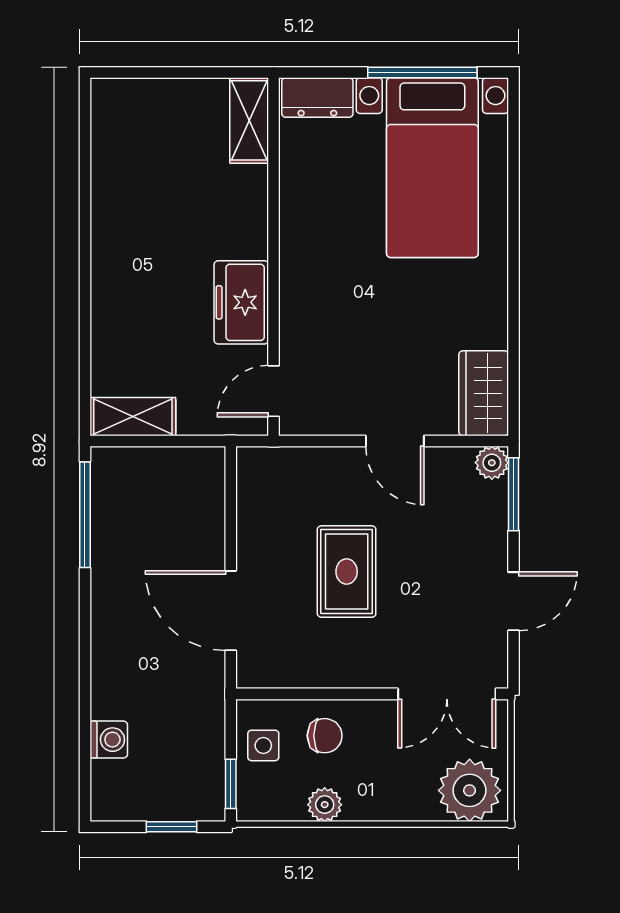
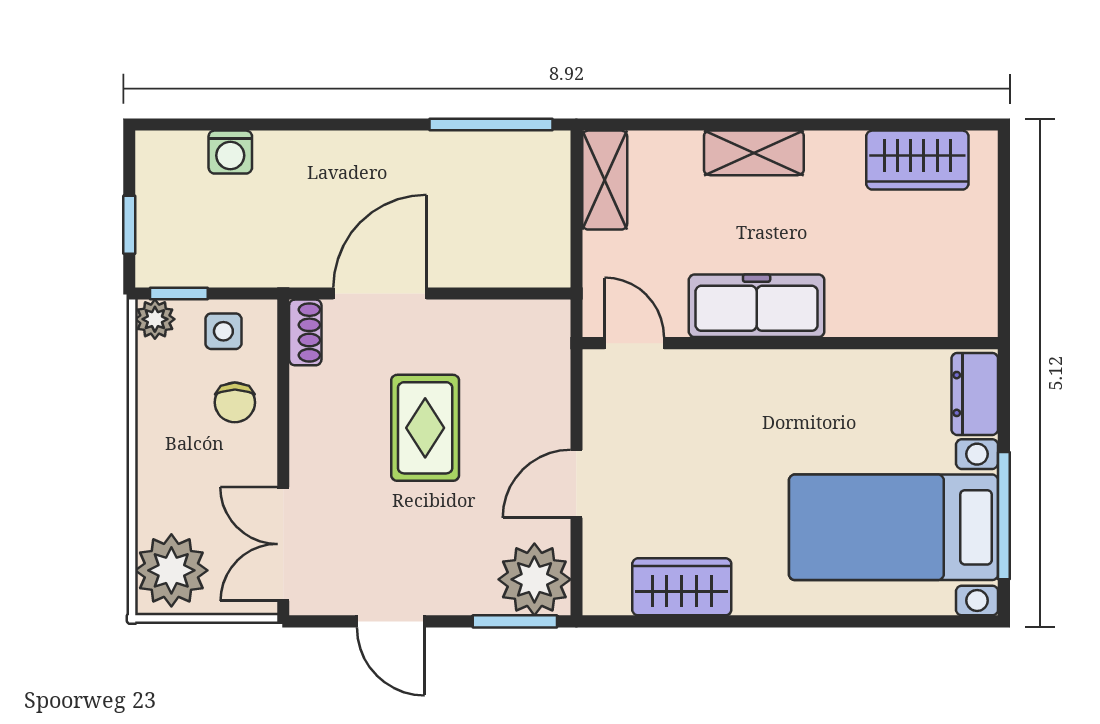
shelving: (249, 120) -> (754, 153), moved
wardrobe: (116, 147) -> (917, 160), added
freezer: (241, 302) -> (757, 306), width x1.40
wardrobe: (484, 393) -> (682, 587), moved
plant: (492, 463) -> (534, 579), width x1.88, depth x1.88
rug: (347, 572) -> (425, 428), turned 90
shoe rack: (264, 675) -> (305, 332), added
plant: (325, 805) -> (155, 319), moved

